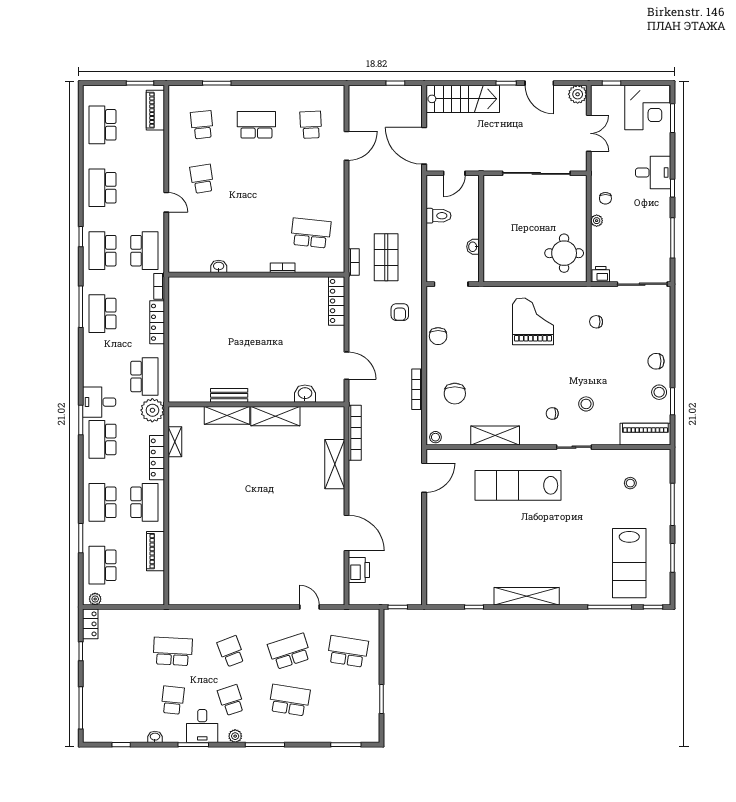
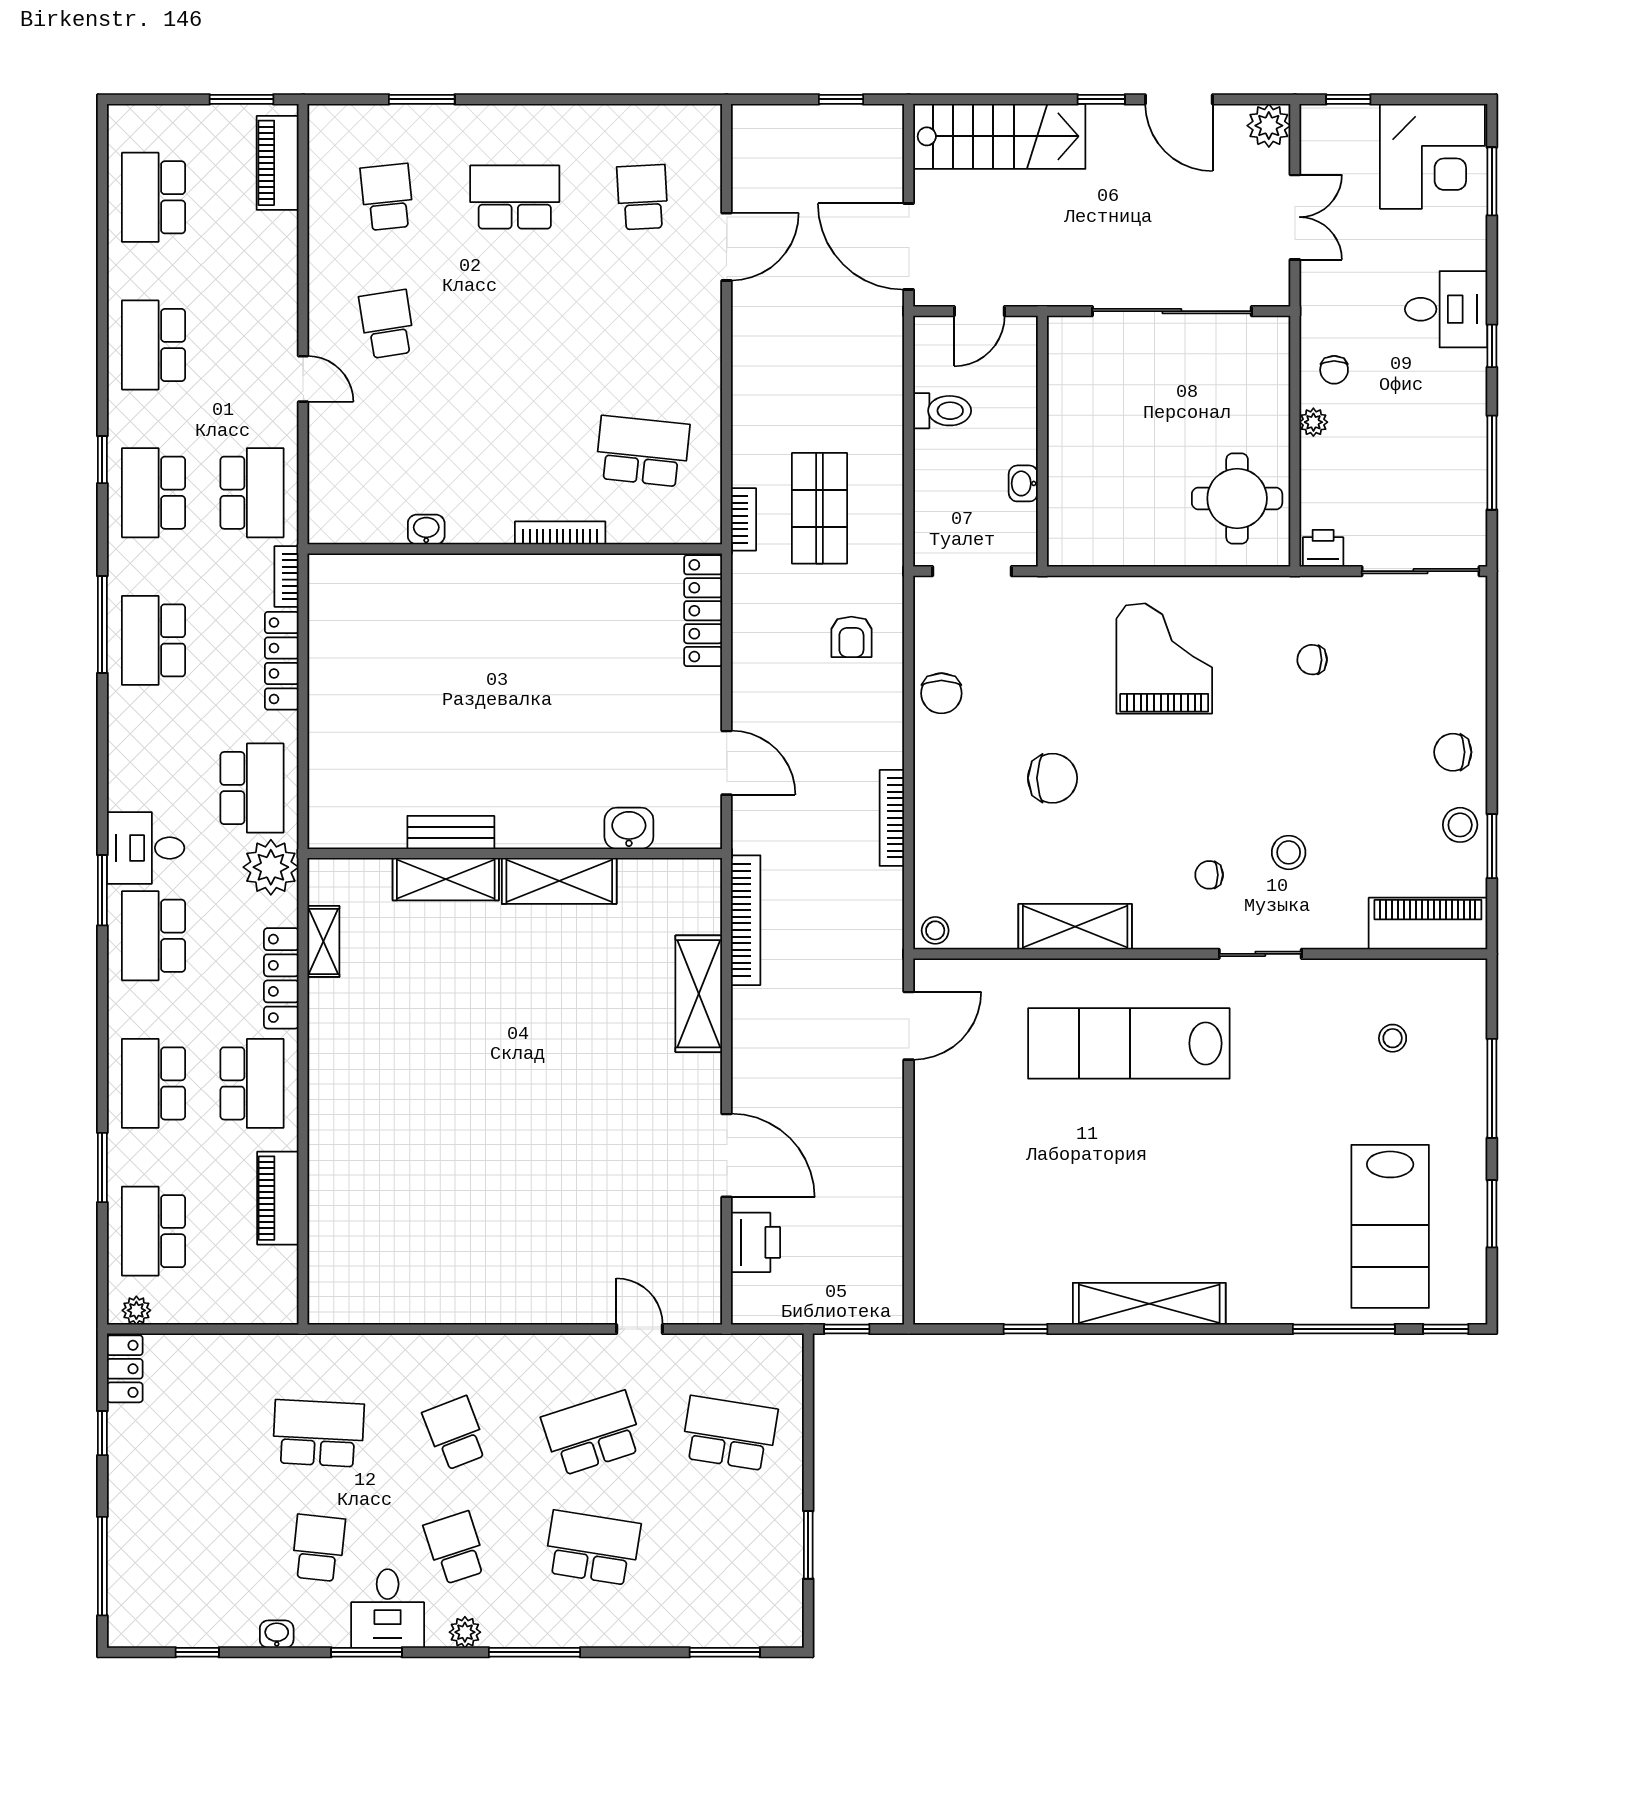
bookcase: (283, 268) -> (560, 533), width x1.56
chair: (455, 394) -> (1053, 778), moved, turned -90

